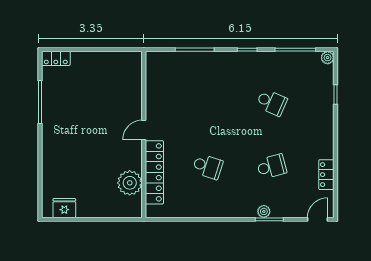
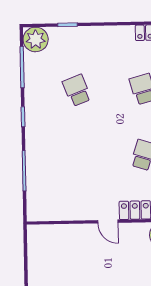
plant: (328, 58) -> (36, 39), width x1.88, depth x1.88
school desk: (272, 102) -> (77, 90), turned -45

